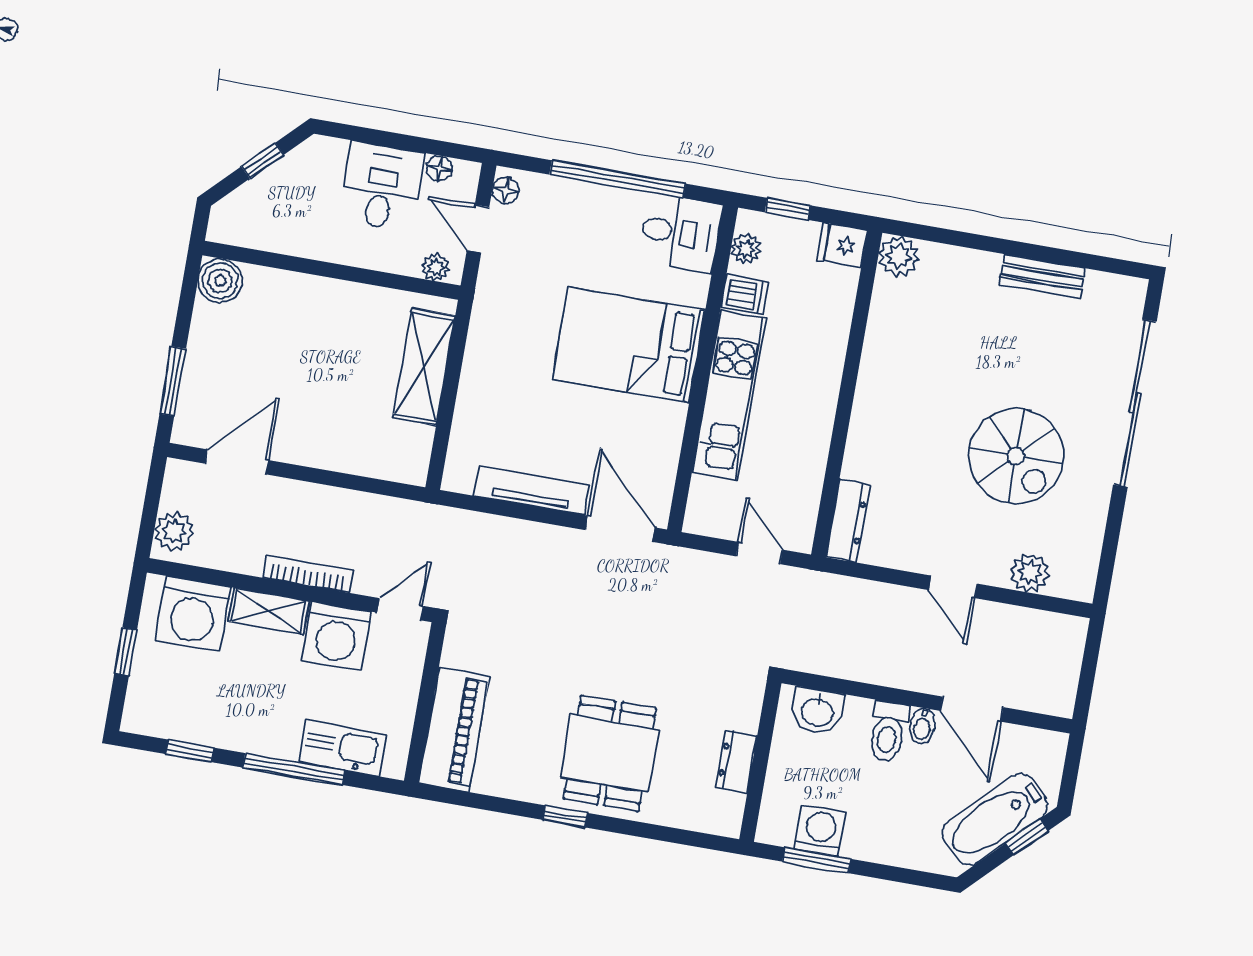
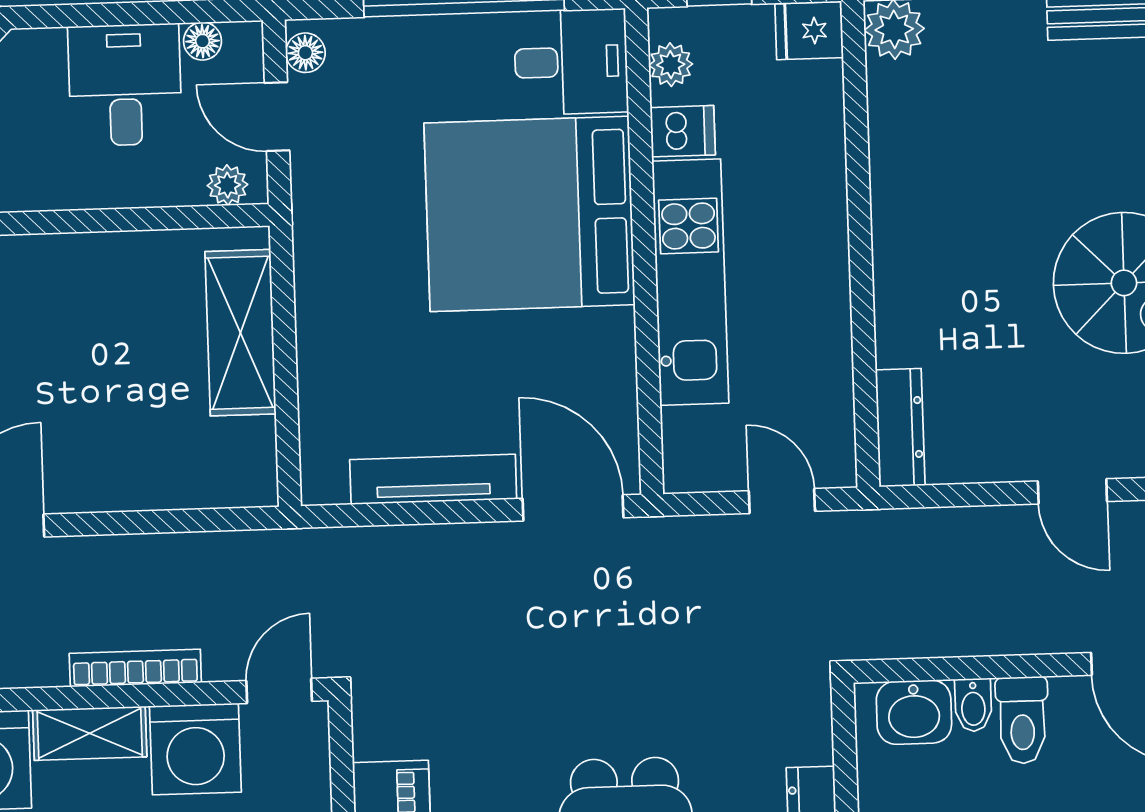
bed: (629, 345) -> (529, 214), width x1.36
bidet: (922, 726) -> (973, 705), moved

